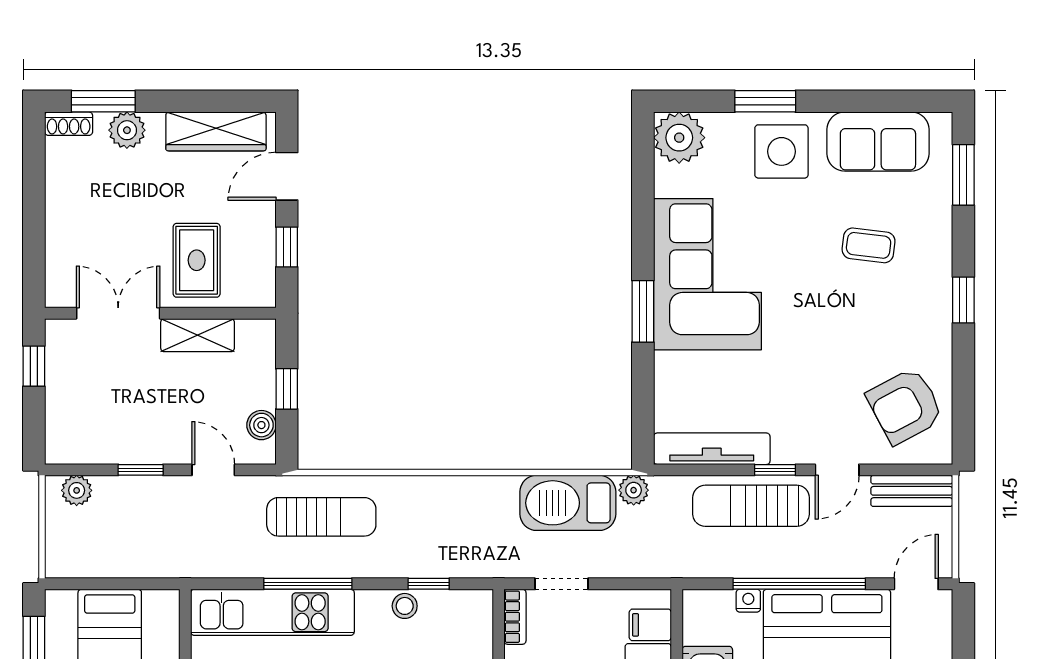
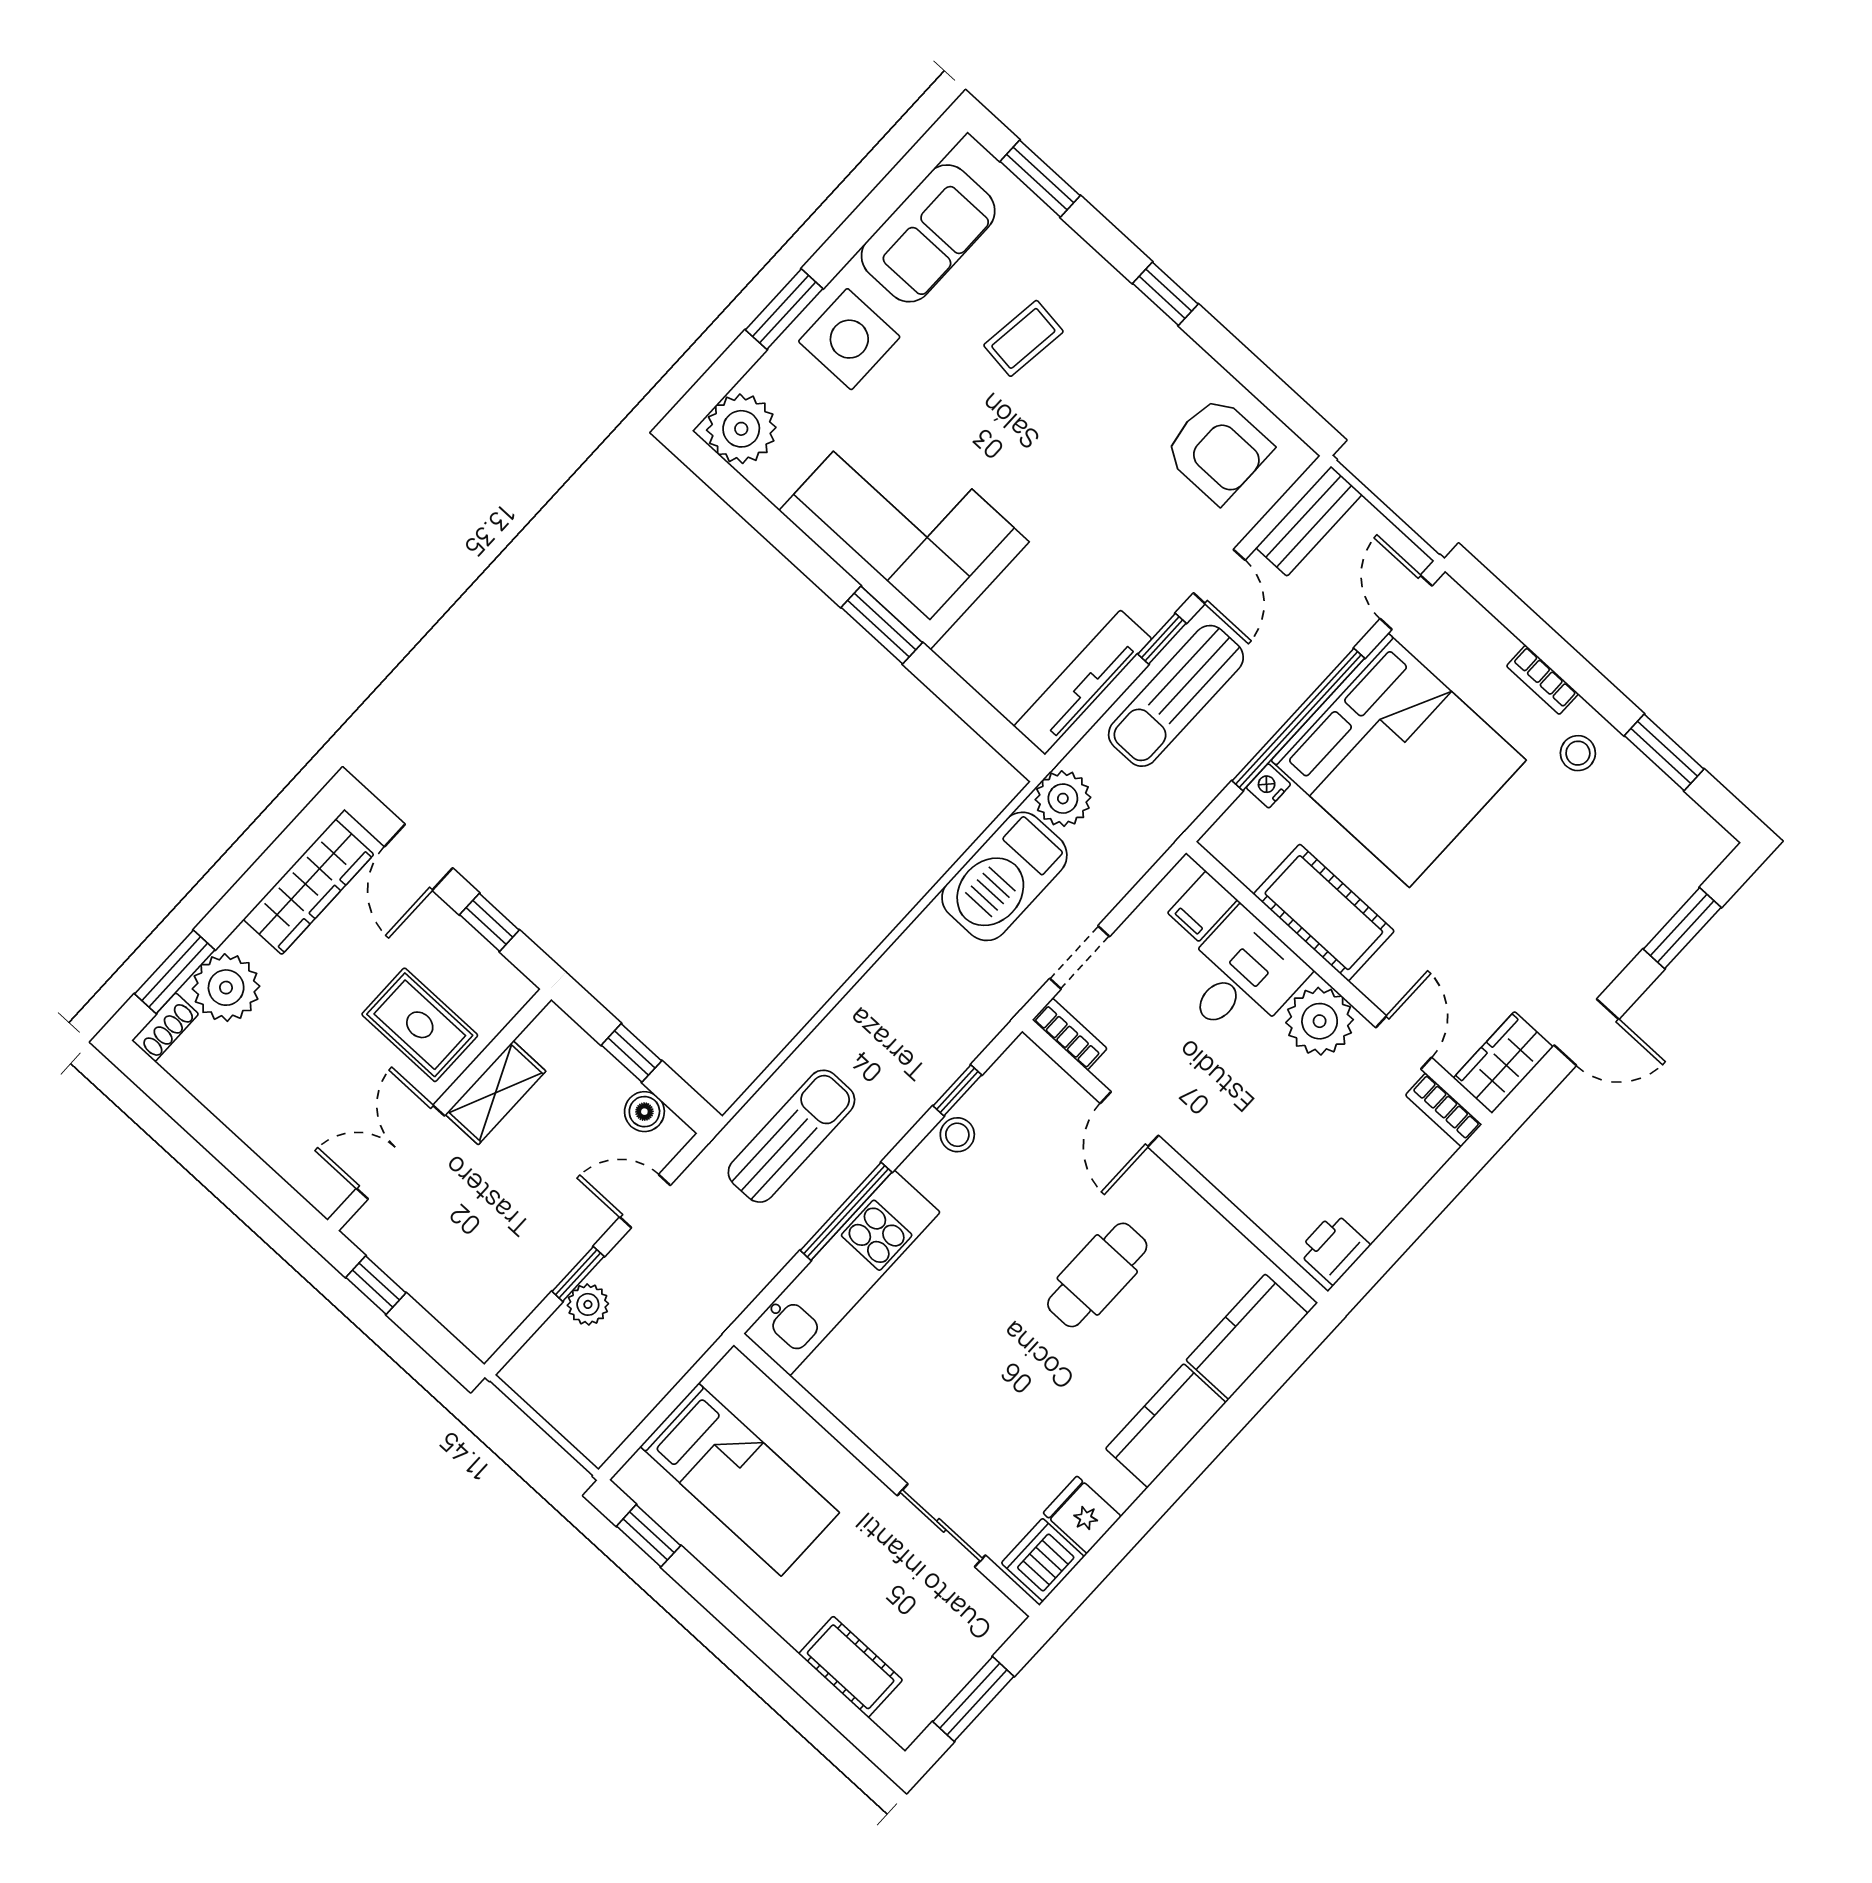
plant: (127, 130) -> (226, 988), width x1.36, depth x1.36
armchair: (905, 406) -> (1218, 450), turned -62
plant: (77, 490) -> (588, 1304), moved
plant: (634, 490) -> (1063, 799), width x1.38, depth x1.38

